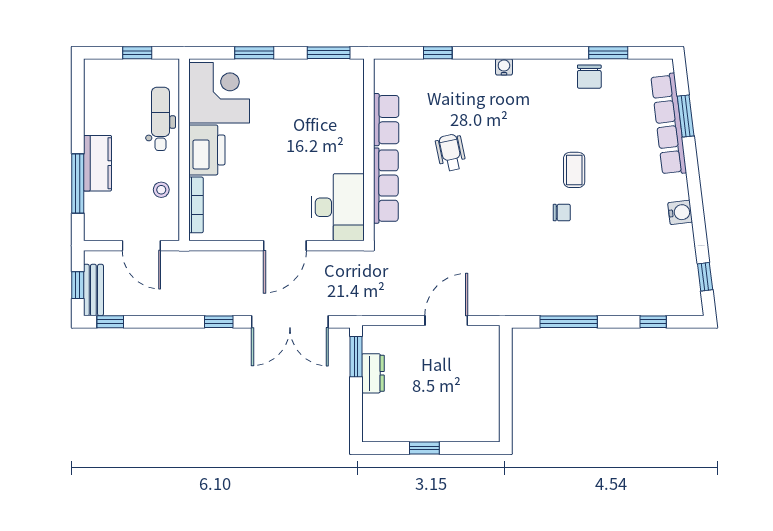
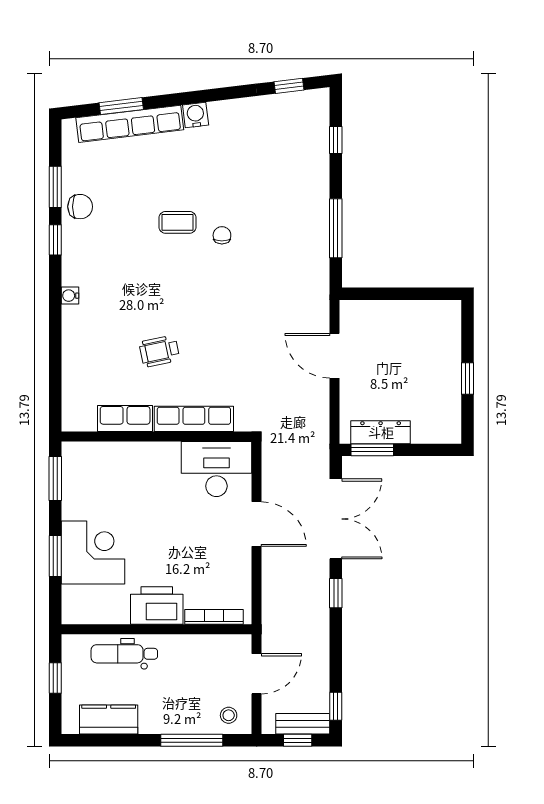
window: (438, 53) -> (55, 240), moved
corner desk: (219, 93) -> (93, 553), moved, turned 90
kitchen counter: (97, 163) -> (109, 720), moved
stool: (161, 190) -> (229, 715), moved
water cooler: (680, 212) -> (196, 115), moved
dresser: (373, 373) -> (381, 432), width x1.44

